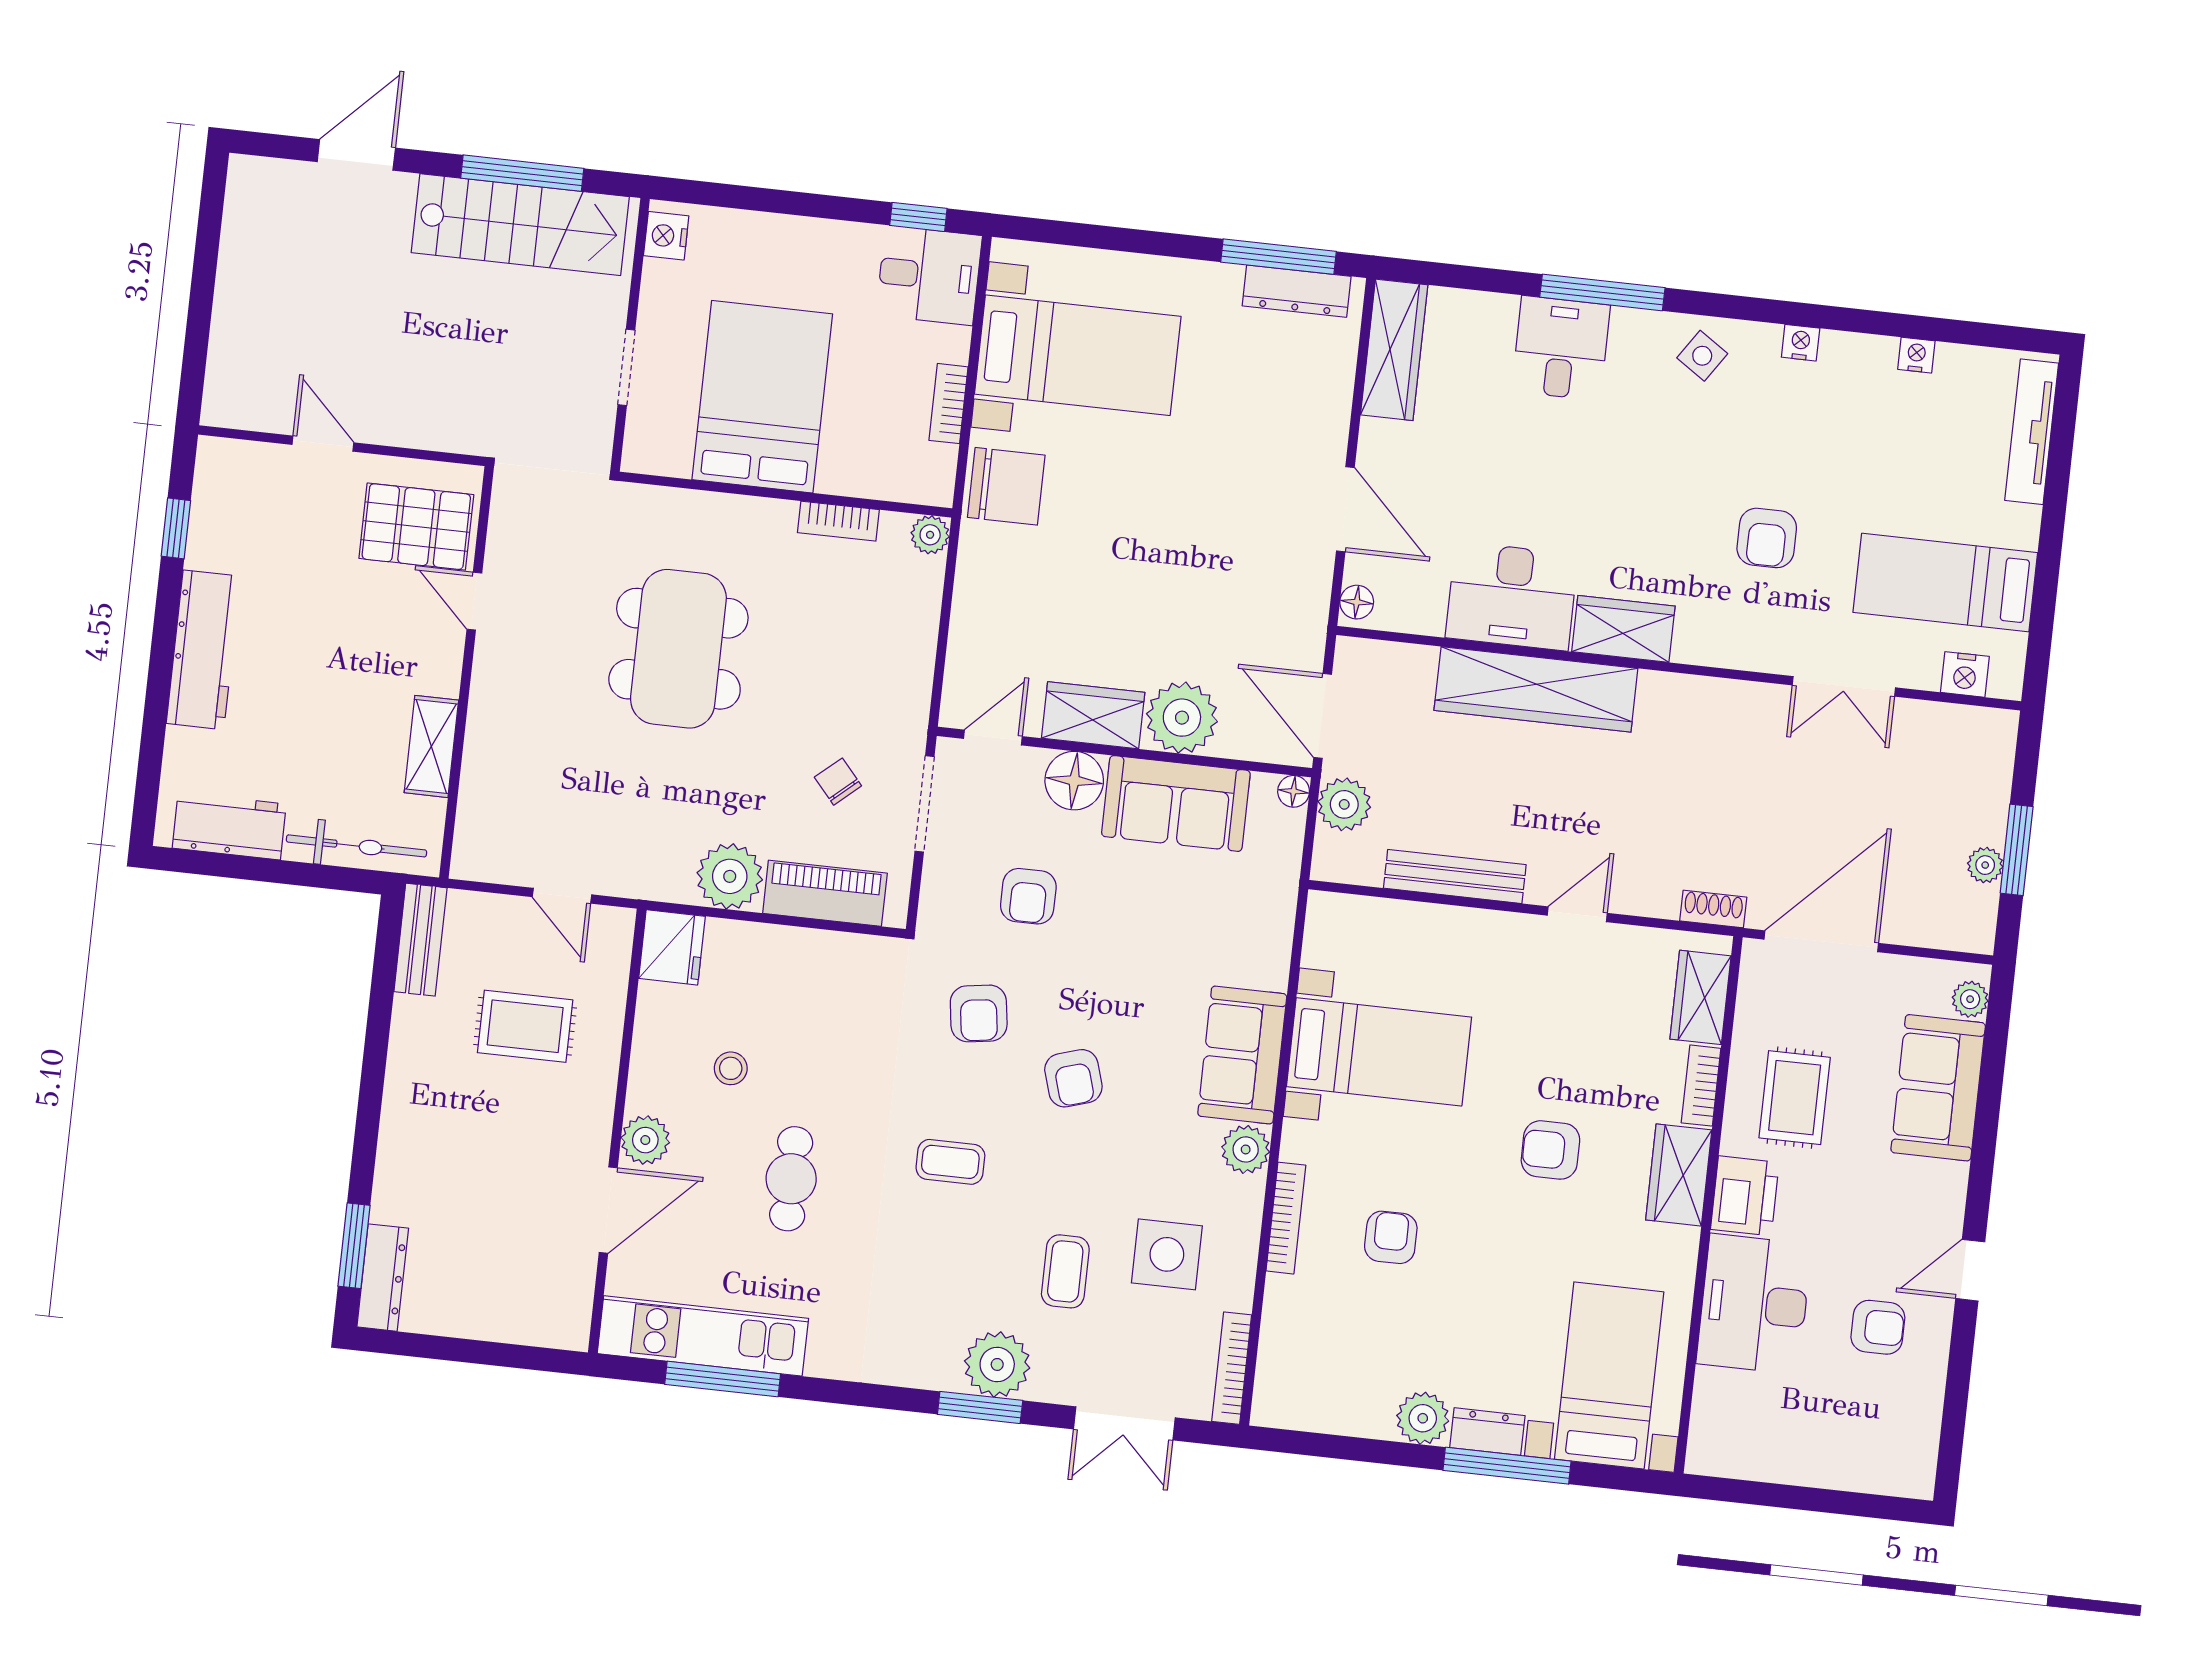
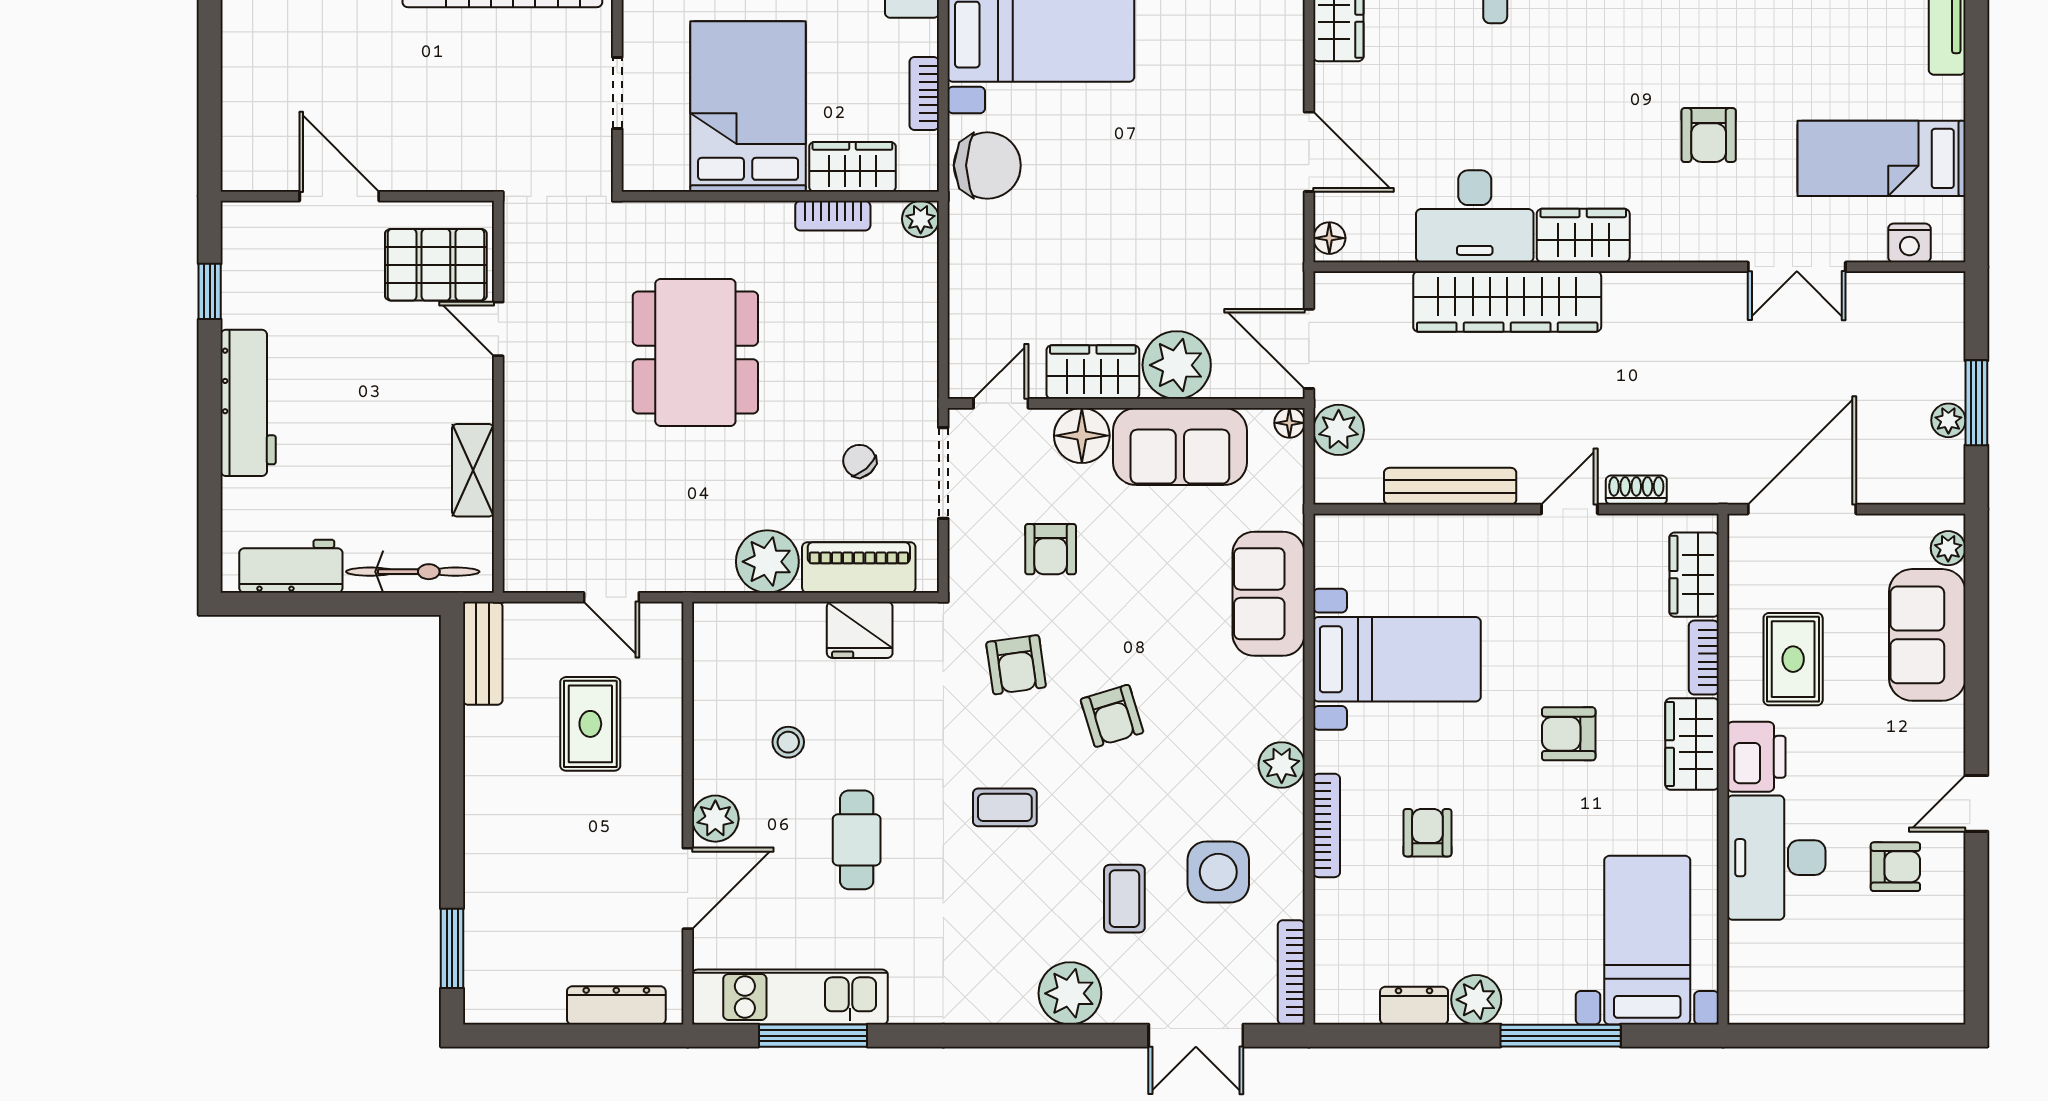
door: (323, 444) -> (339, 196), width x1.38
wardrobe: (865, 472) -> (852, 167), added
shoe rack: (1713, 909) -> (1636, 490), moved
fridge: (672, 947) -> (860, 630), moved, turned 90
rug: (525, 1026) -> (590, 724), turned 90
sofa: (1242, 1055) -> (1269, 594), moved
dresser: (383, 1278) -> (616, 1005), moved, turned -90
window: (980, 1407) -> (1058, 1036), removed
dresser: (1487, 1432) -> (1414, 1006), moved

